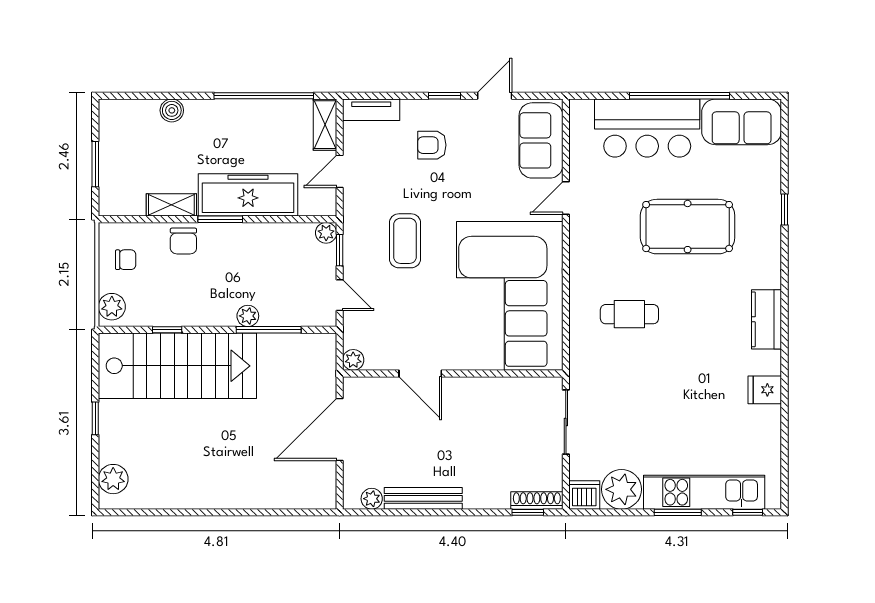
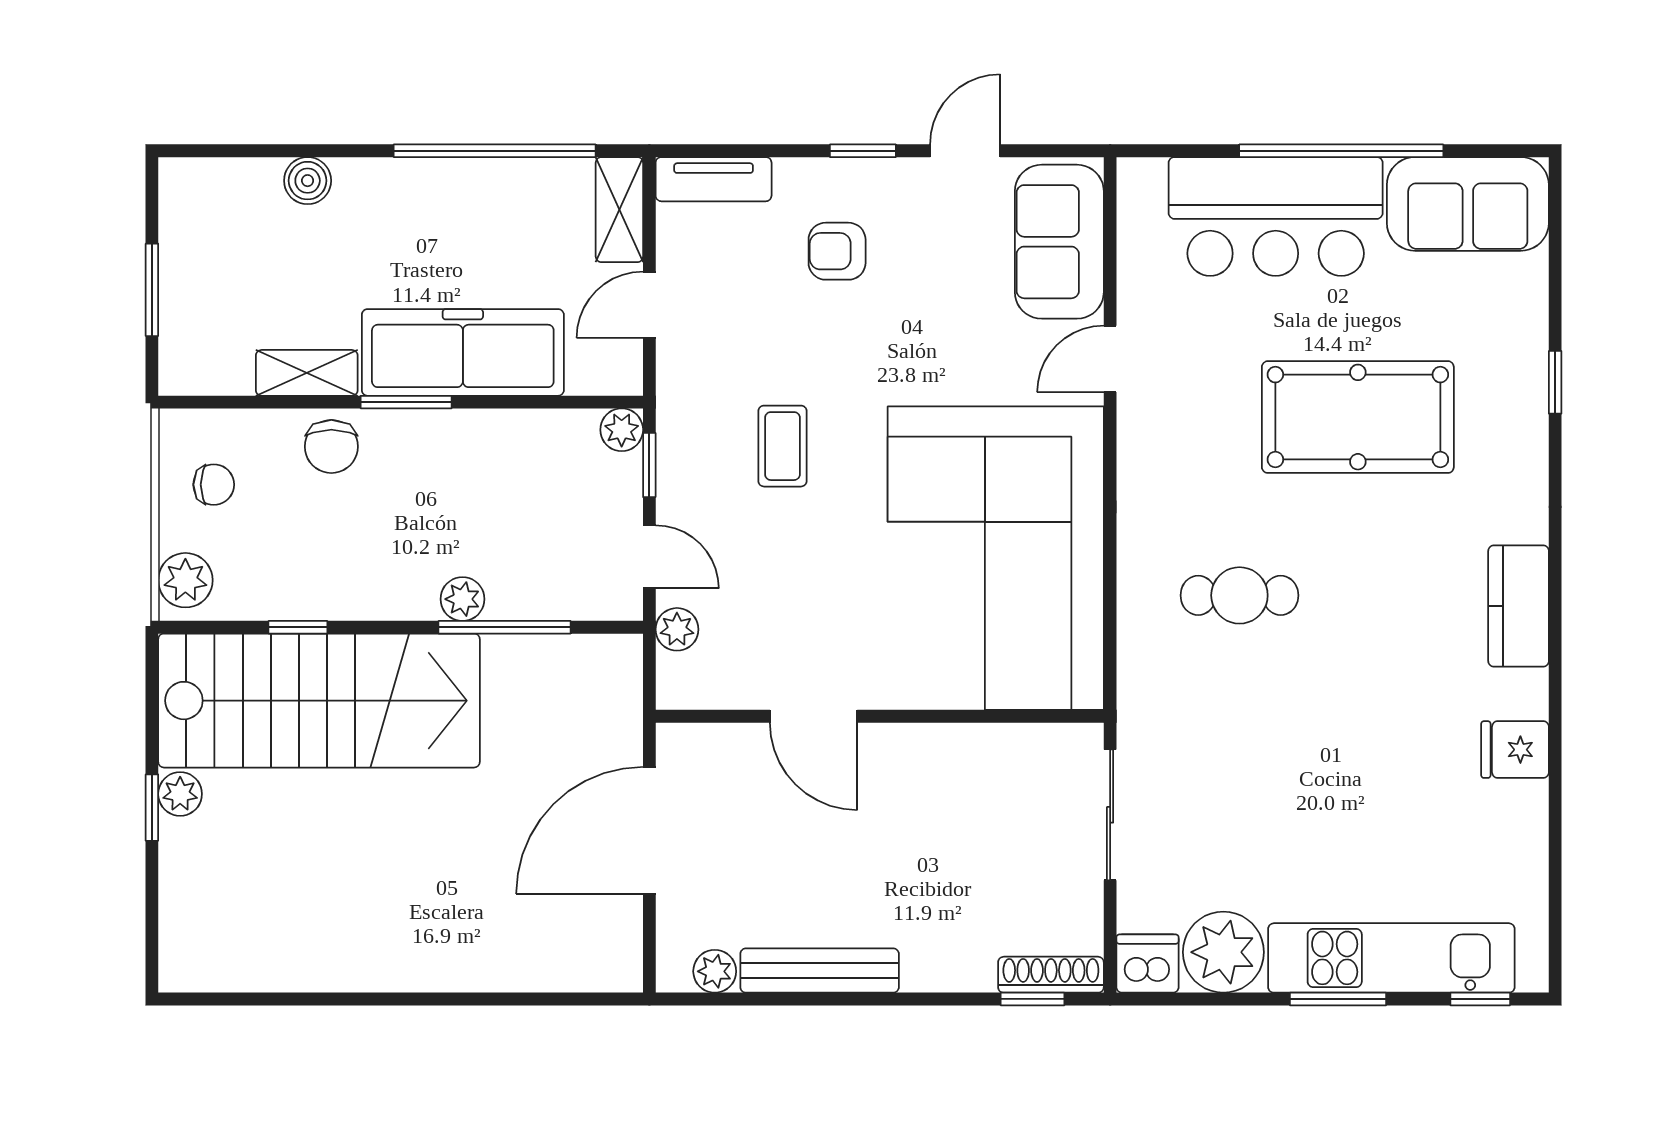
coffee table: (405, 241) -> (782, 446), width x0.73, depth x0.77
plant: (353, 360) -> (677, 629), moved
plant: (113, 479) -> (180, 794), moved, width x0.73, depth x0.73

